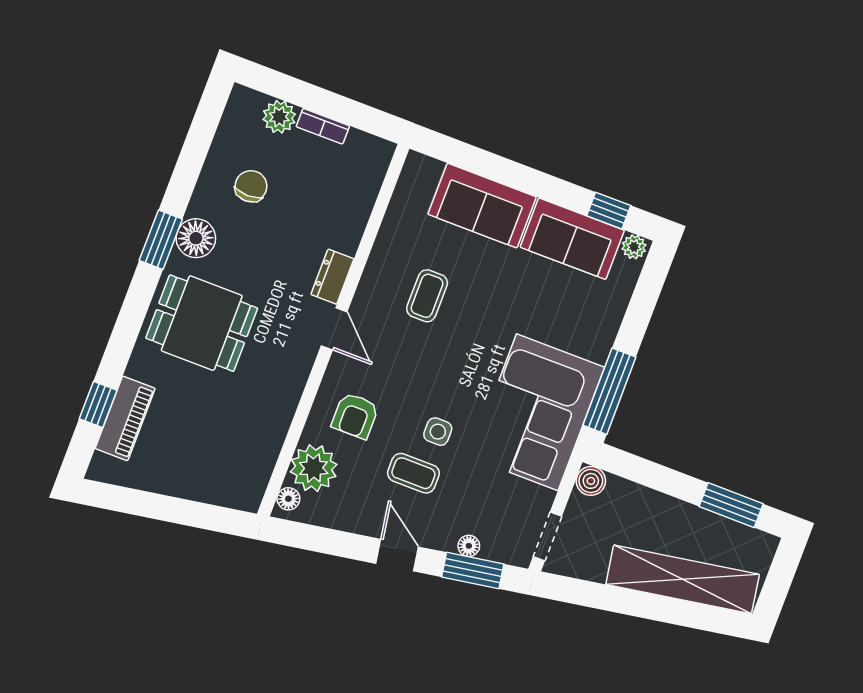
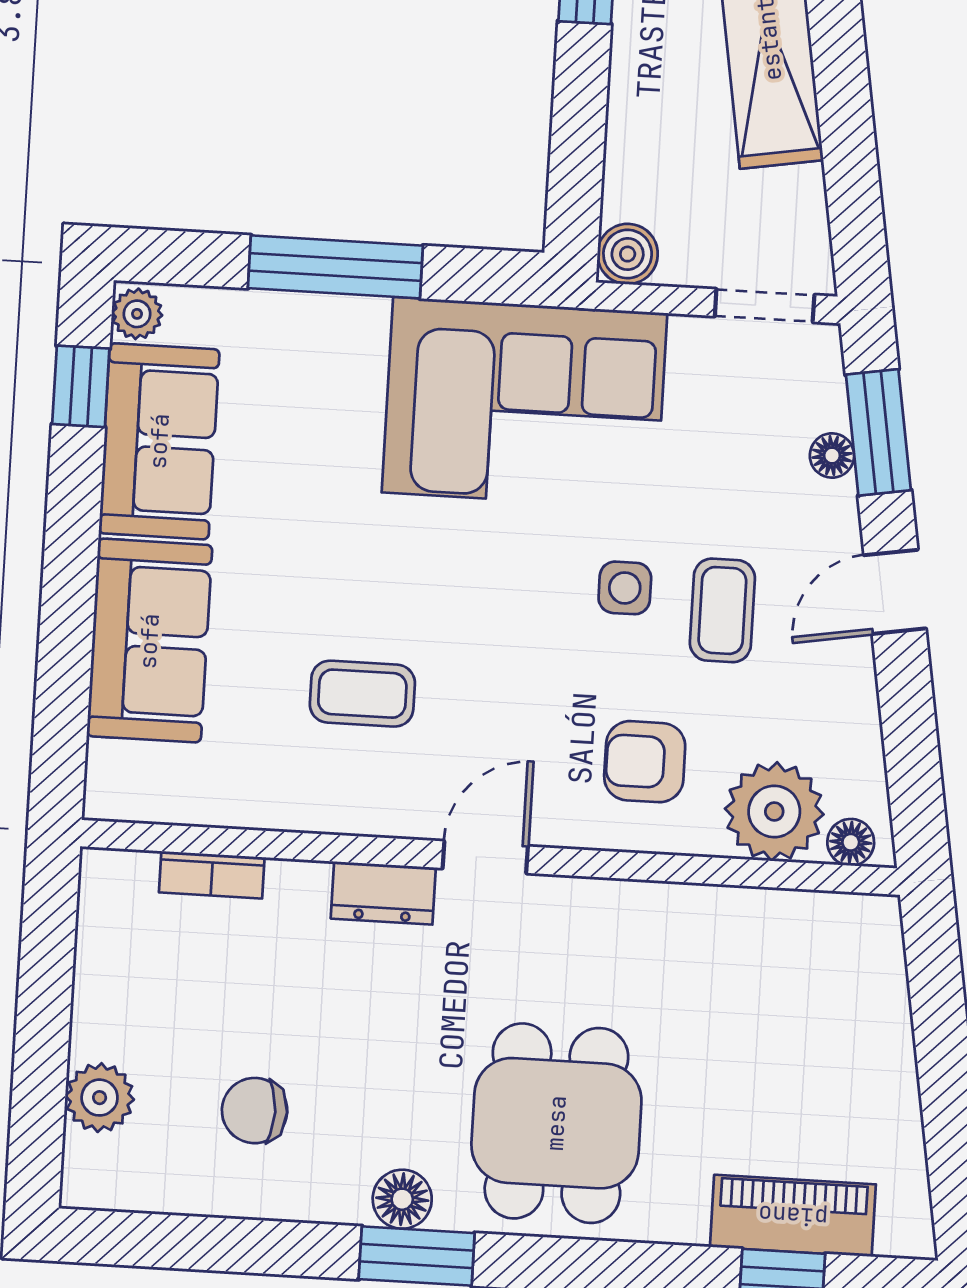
bookcase: (323, 126) -> (212, 875), moved, turned 90
floor lamp: (196, 238) -> (402, 1199), width x0.73, depth x0.73
window: (609, 391) -> (335, 267), moved
armchair: (355, 416) -> (645, 762), turned 180

